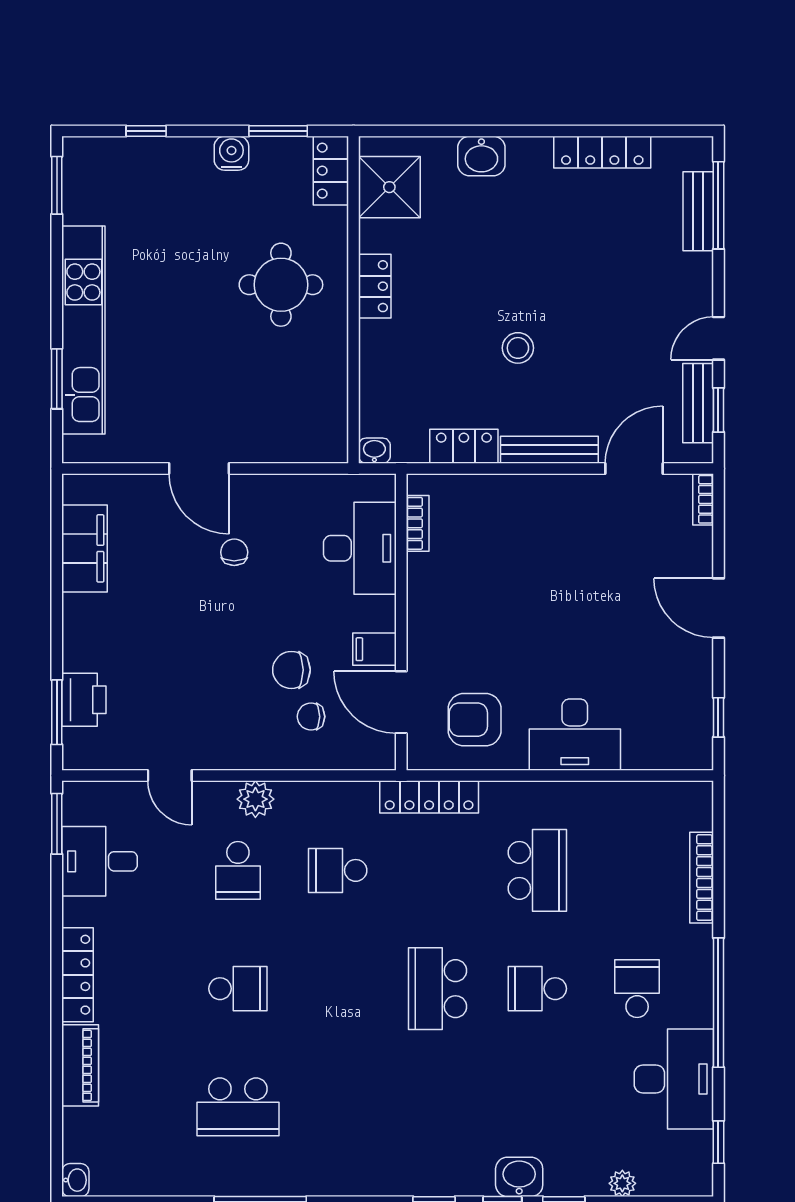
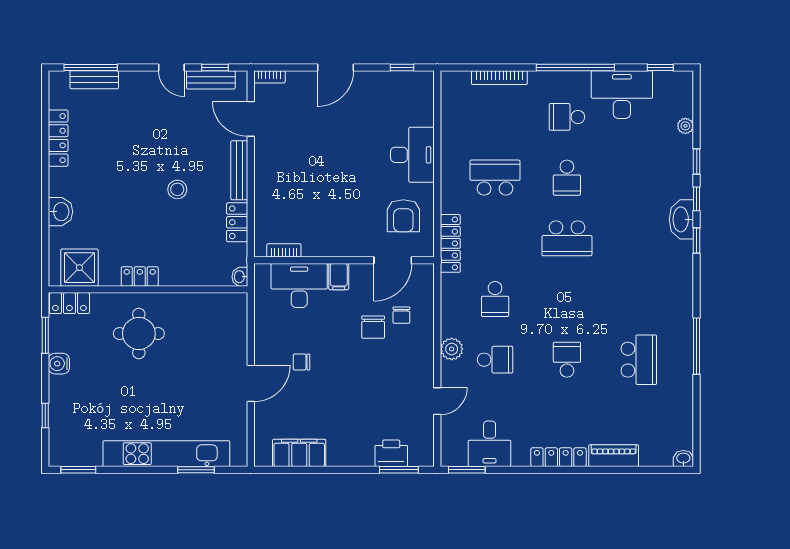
filing cabinet: (374, 649) -> (339, 277), moved
washbasin: (519, 1177) -> (681, 219), moved, width x1.38

